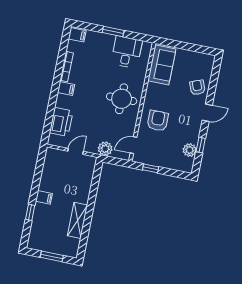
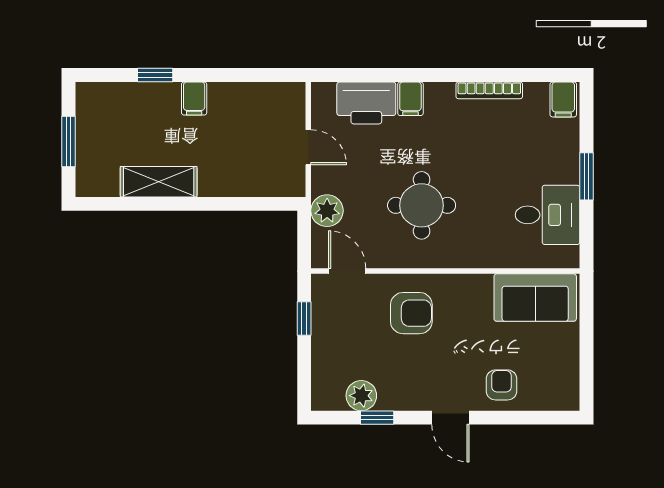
armchair: (197, 87) -> (502, 385), turned -69
filing cabinet: (66, 88) -> (410, 99), moved
round table: (122, 99) -> (422, 205), moved

